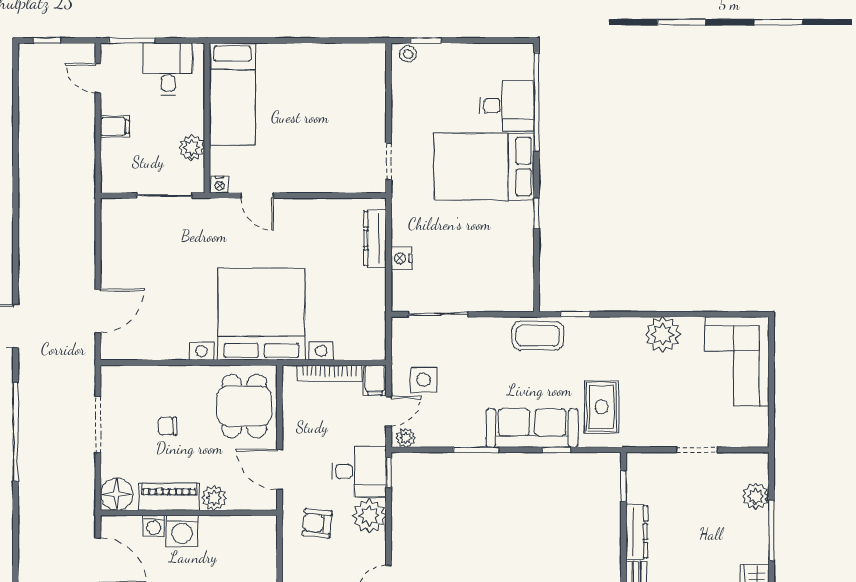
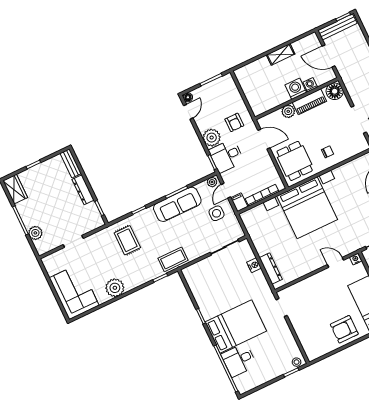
armchair: (297, 72) -> (344, 329), added
chair: (168, 426) -> (328, 152), moved
sofa: (532, 428) -> (177, 204), moved
armchair: (317, 523) -> (234, 122), turned 84

